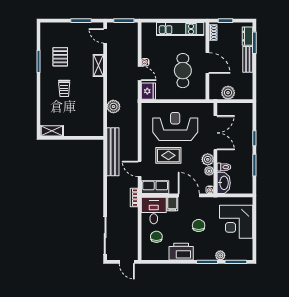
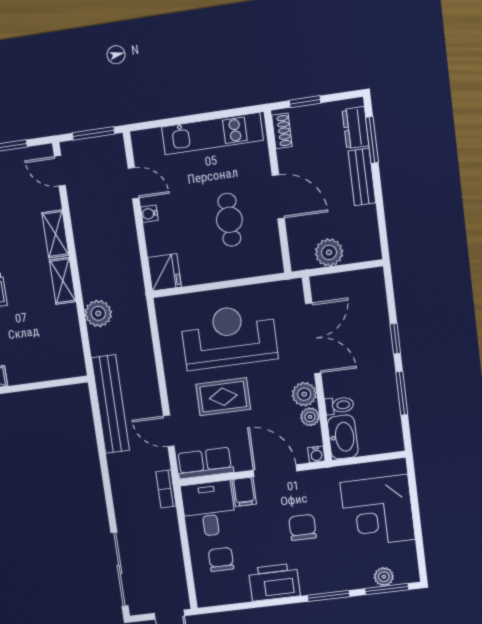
cafe table: (183, 71) -> (229, 220), width x0.73, depth x0.74
door: (140, 73) -> (134, 183), moved
shelving: (98, 88) -> (63, 281), added
plant: (220, 255) -> (384, 577), moved

